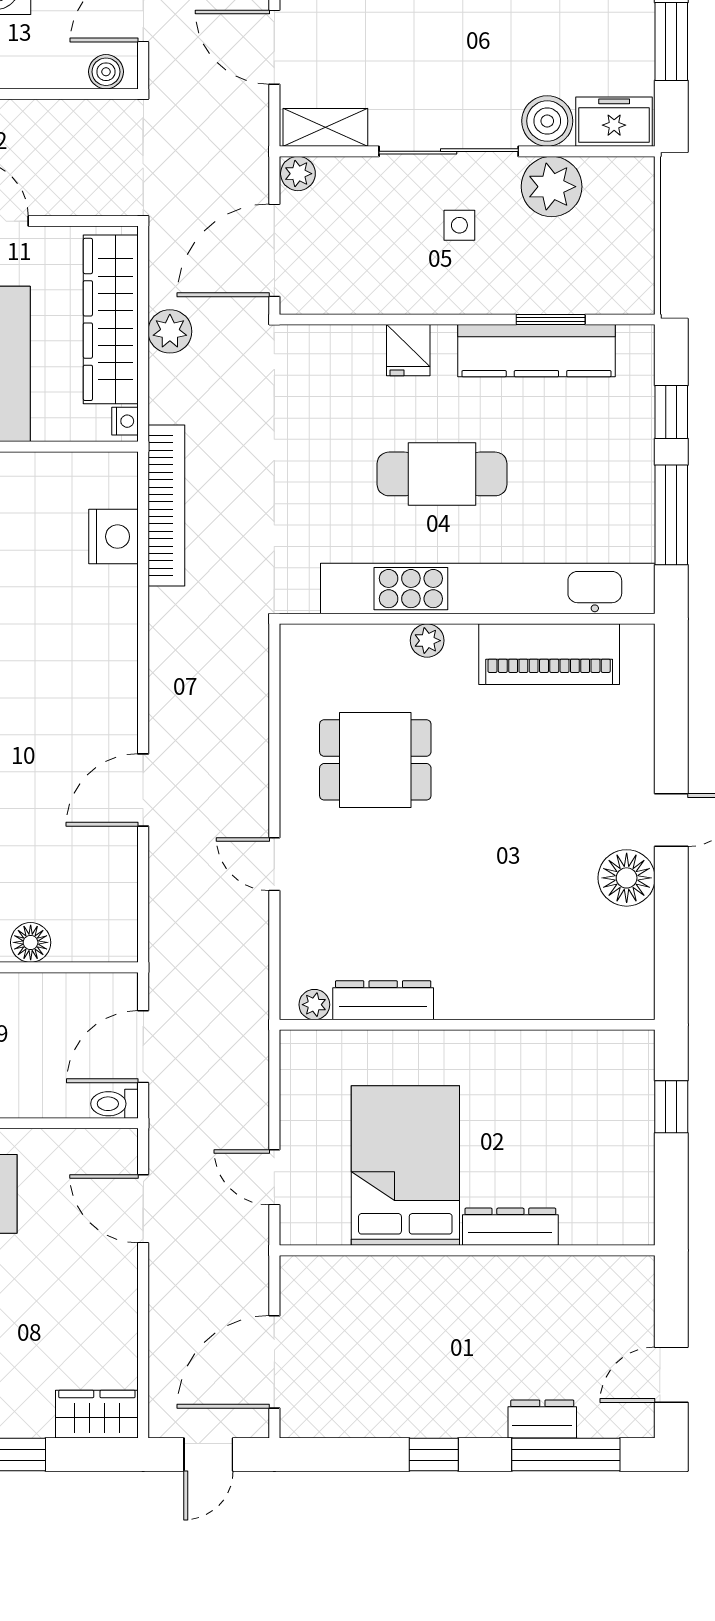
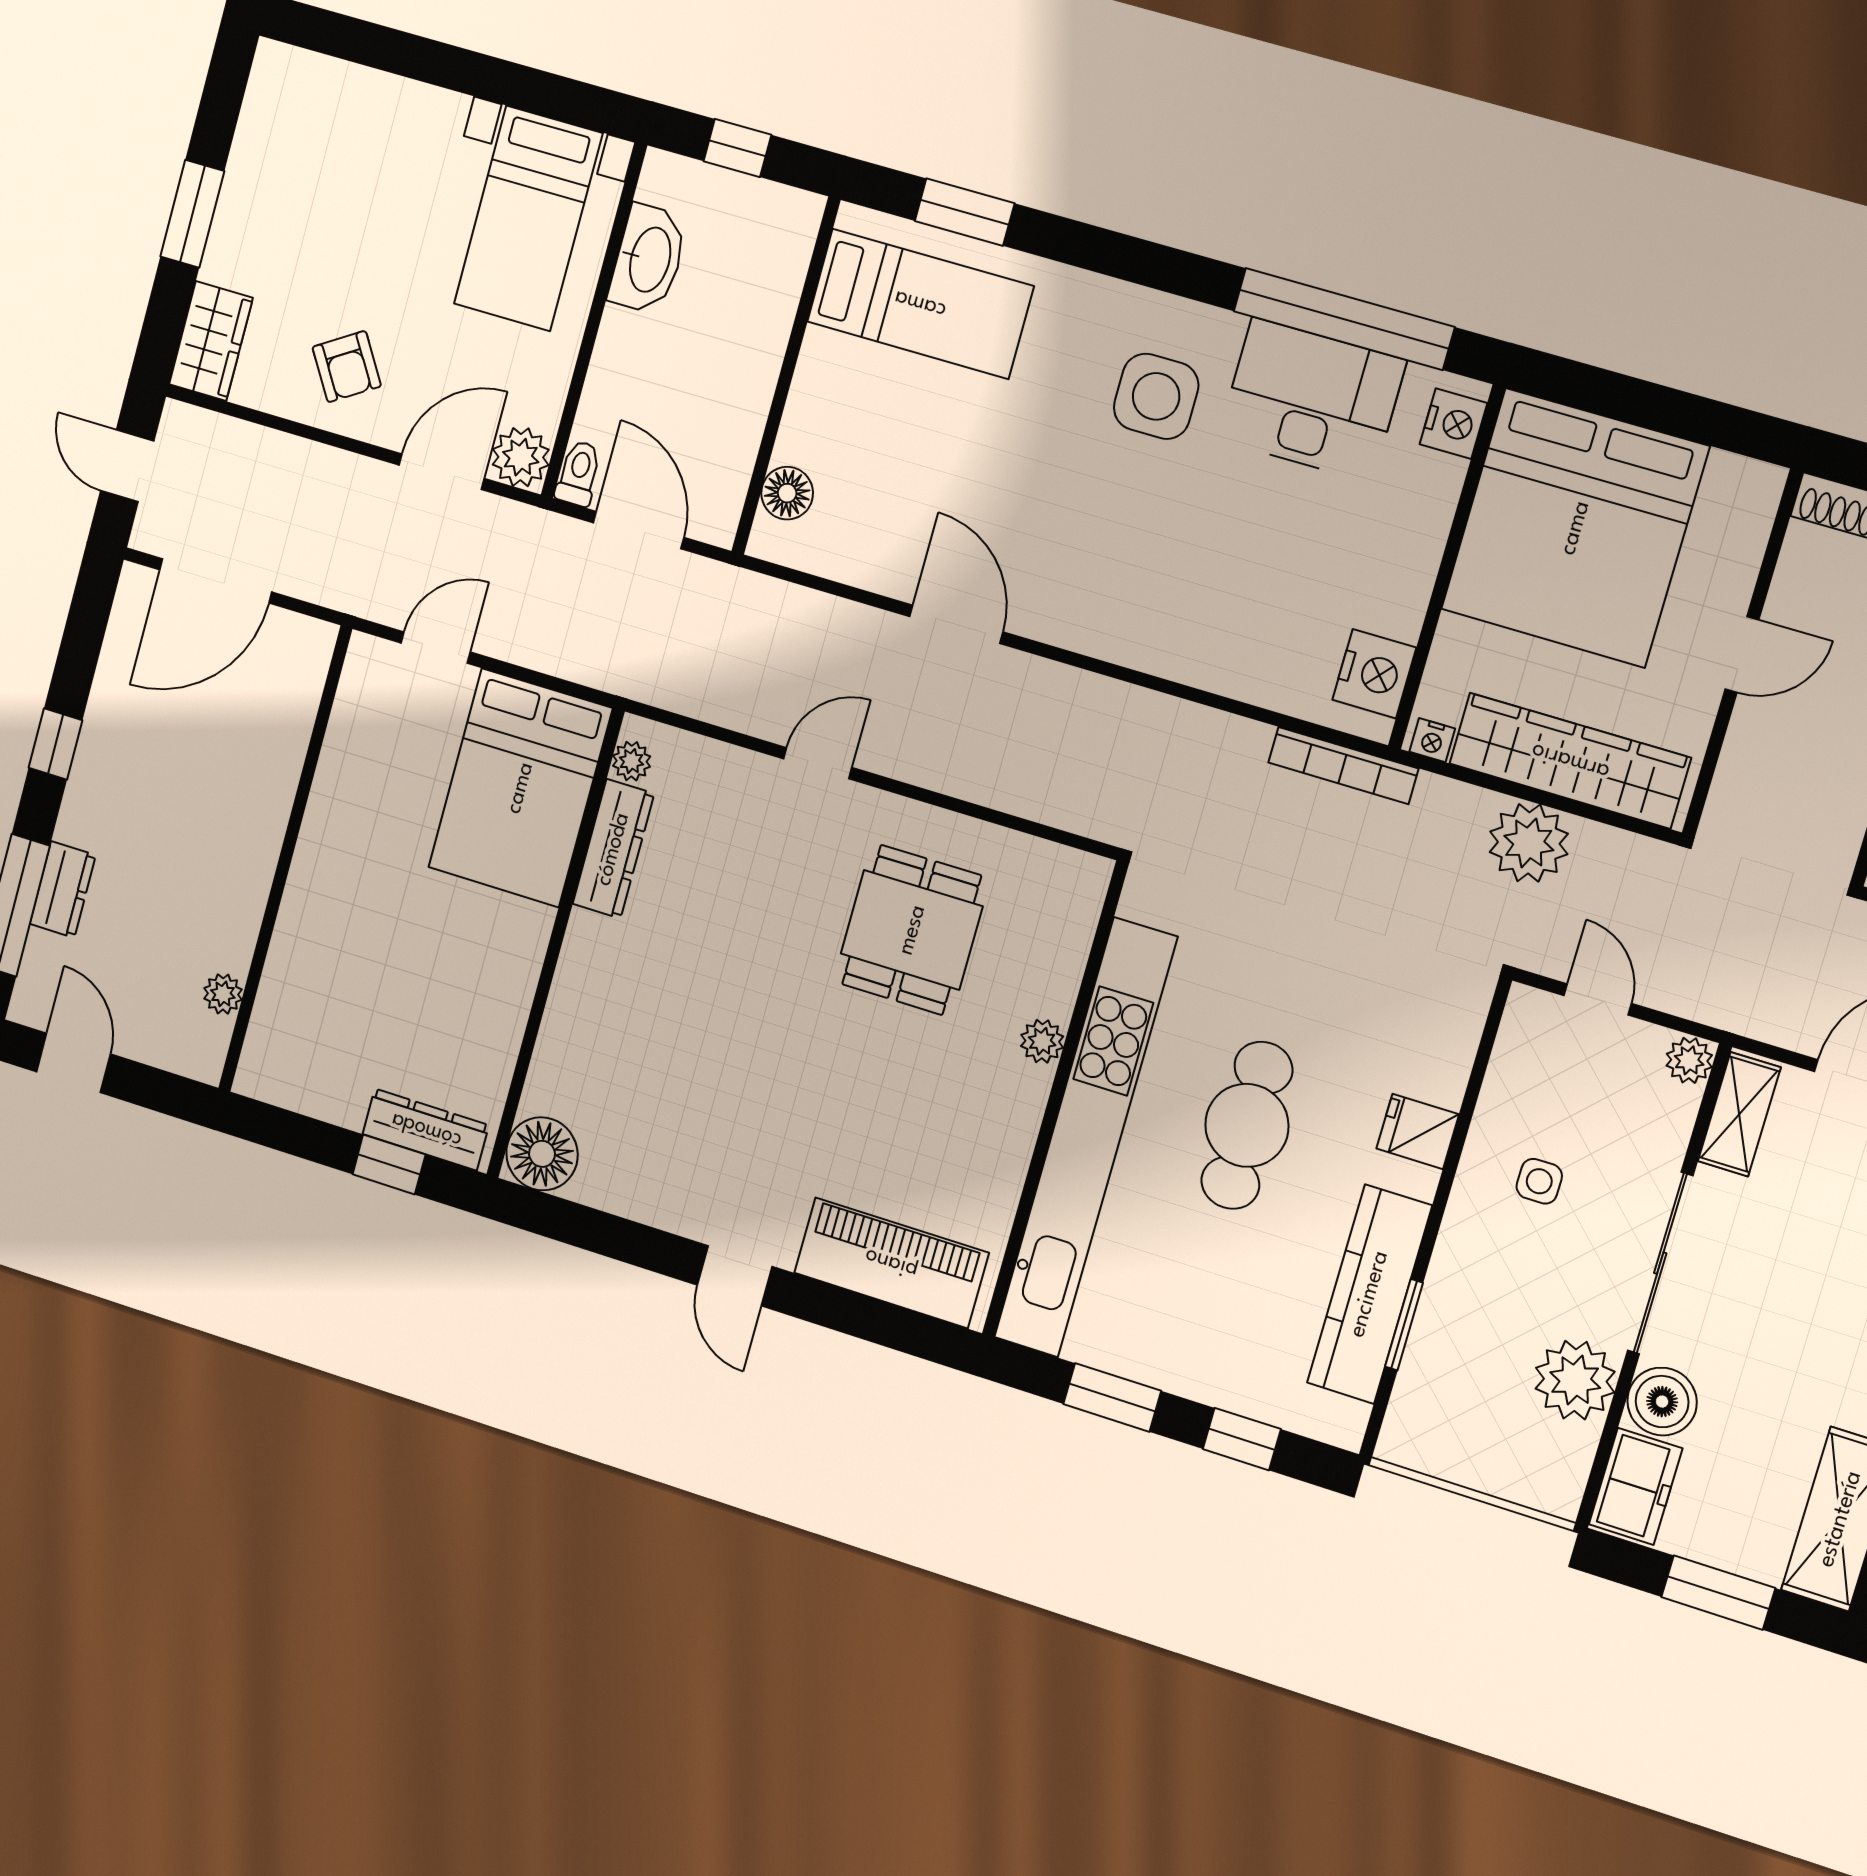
side table: (459, 225) -> (1539, 1181), moved
door: (274, 250) -> (1598, 999), width x0.53
plant: (170, 331) -> (1529, 843), width x1.36, depth x1.36
bookcase: (166, 506) -> (1343, 766), width x0.68, depth x0.76
window: (671, 515) -> (1112, 1397), width x0.69
nightstand: (114, 537) -> (1374, 674), moved, turned -90
piano: (549, 654) -> (891, 1263), moved, turned 90
floor lamp: (627, 878) -> (542, 1154), moved
floor lamp: (31, 942) -> (787, 493), moved
plant: (115, 1151) -> (521, 457), added
bed: (405, 1165) -> (520, 788), moved, turned 90
dresser: (510, 1227) -> (426, 1130), moved, turned -90
plant: (583, 1271) -> (223, 994), added
armchair: (86, 1303) -> (347, 367), added
door: (274, 1362) -> (216, 581), swing flipped

